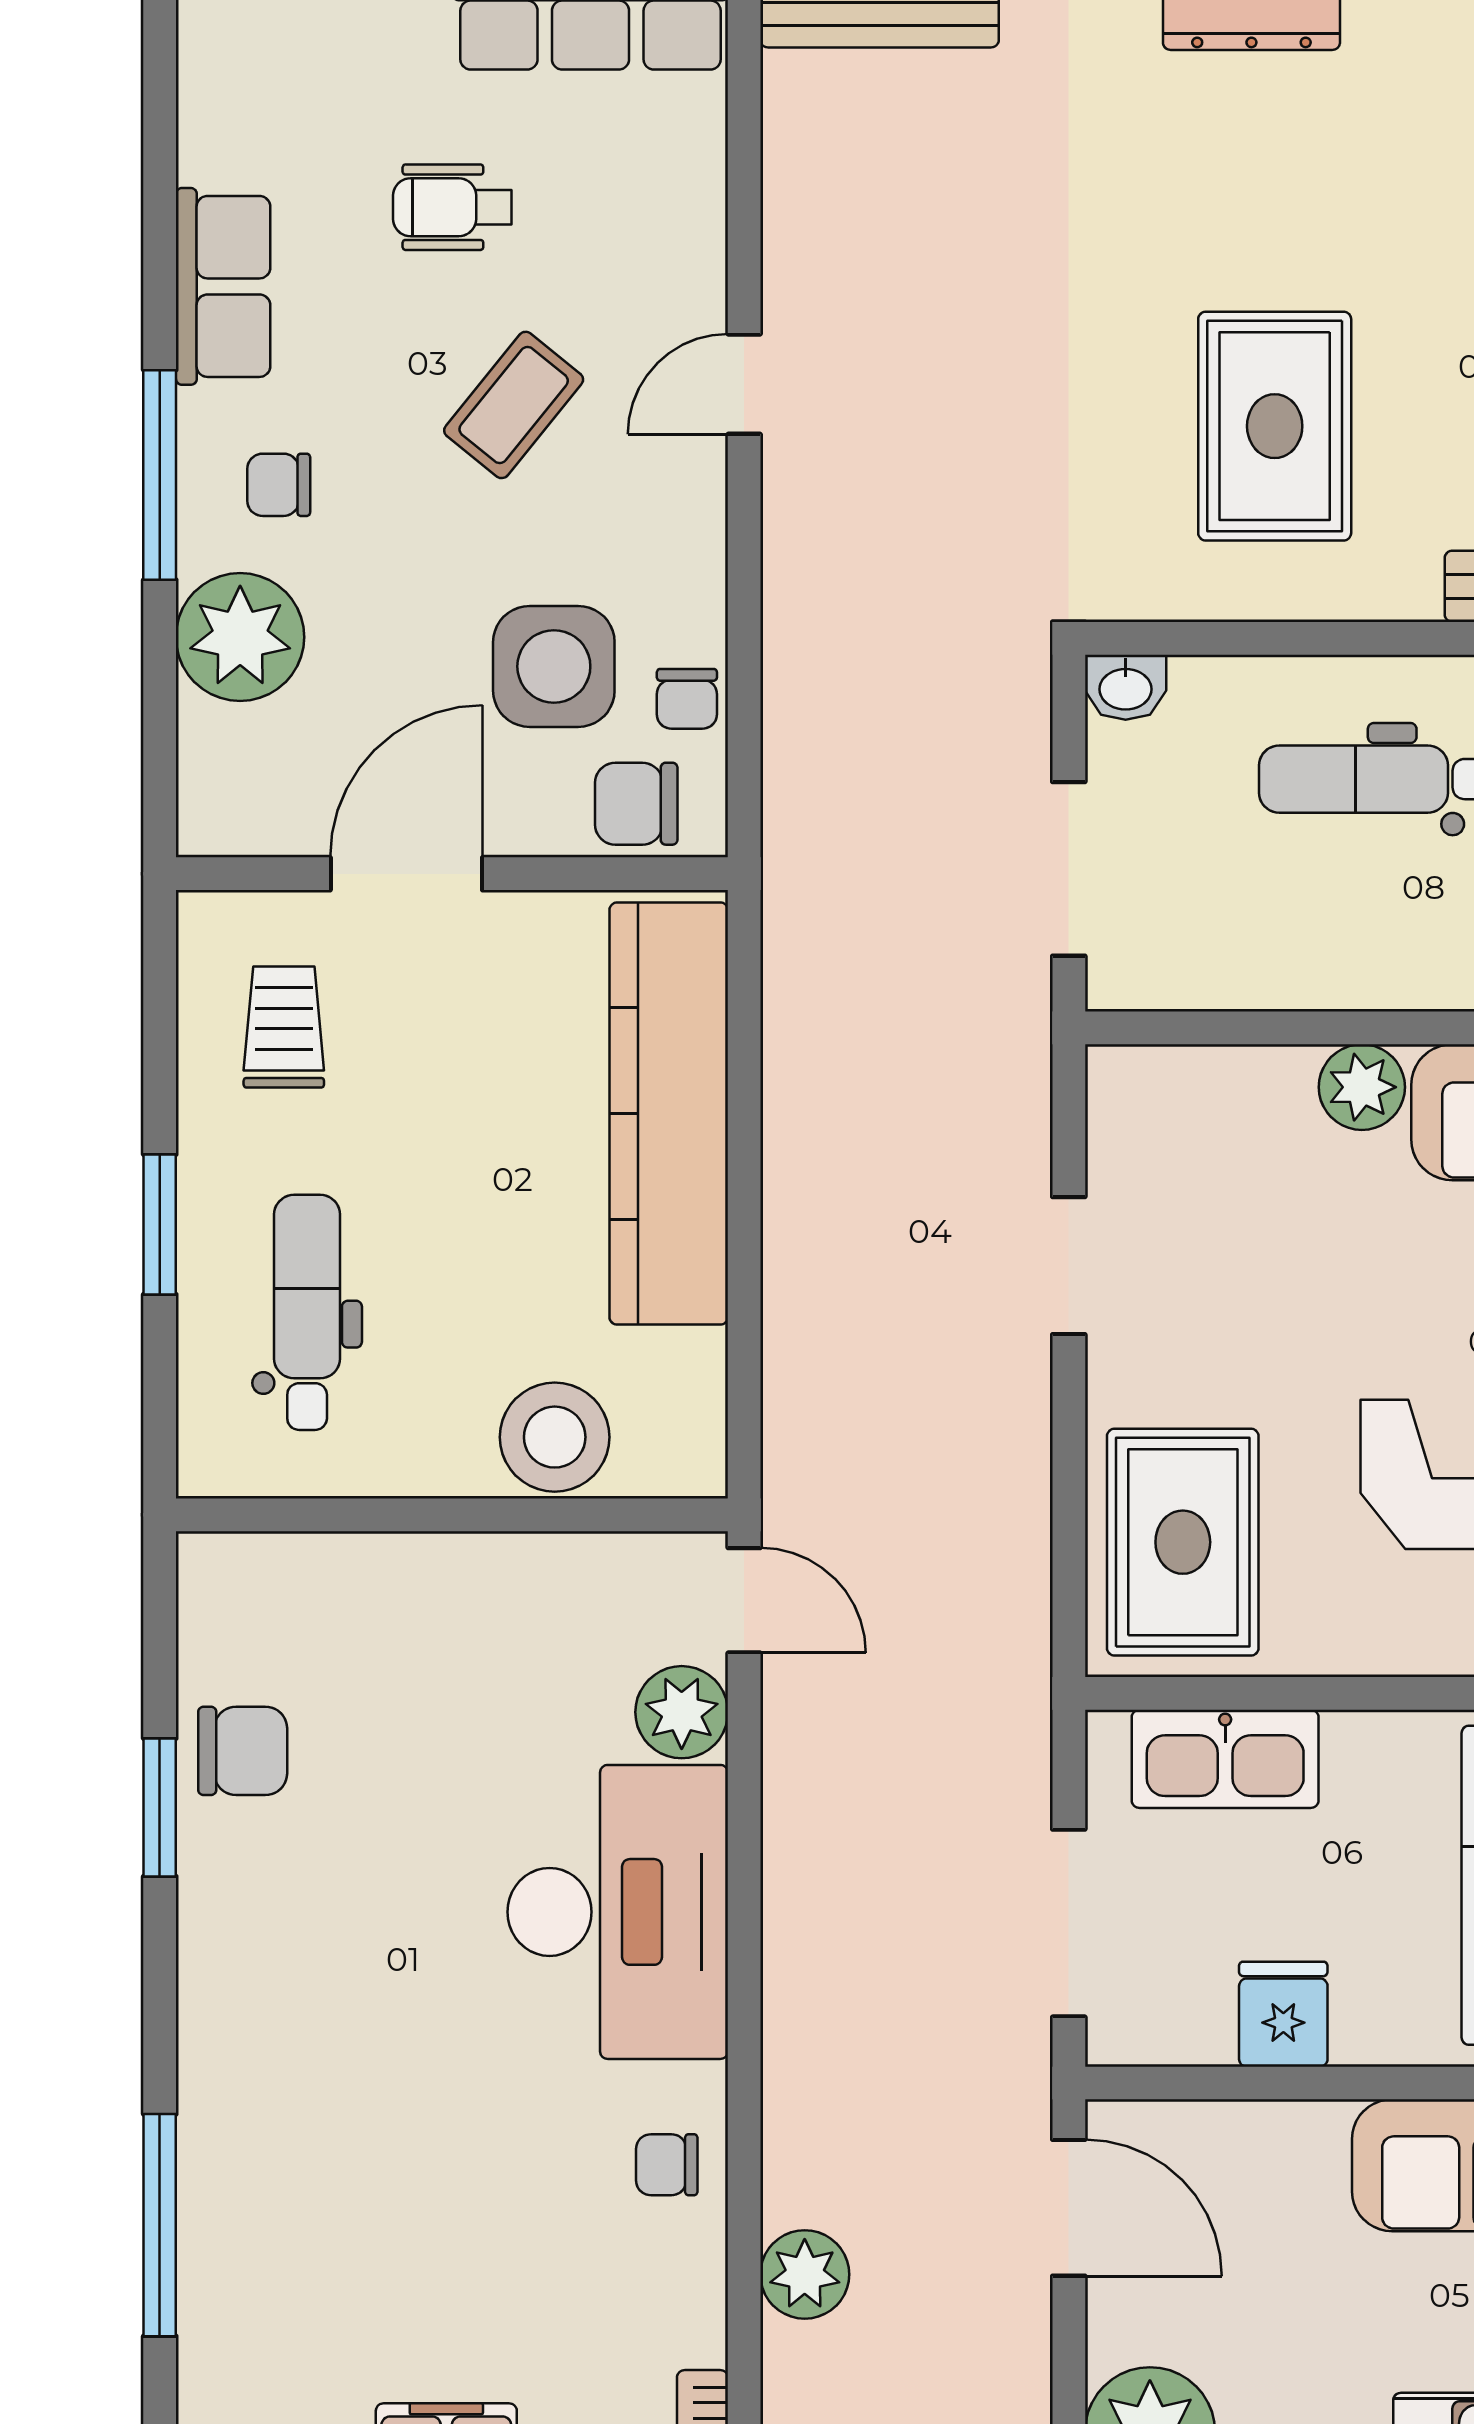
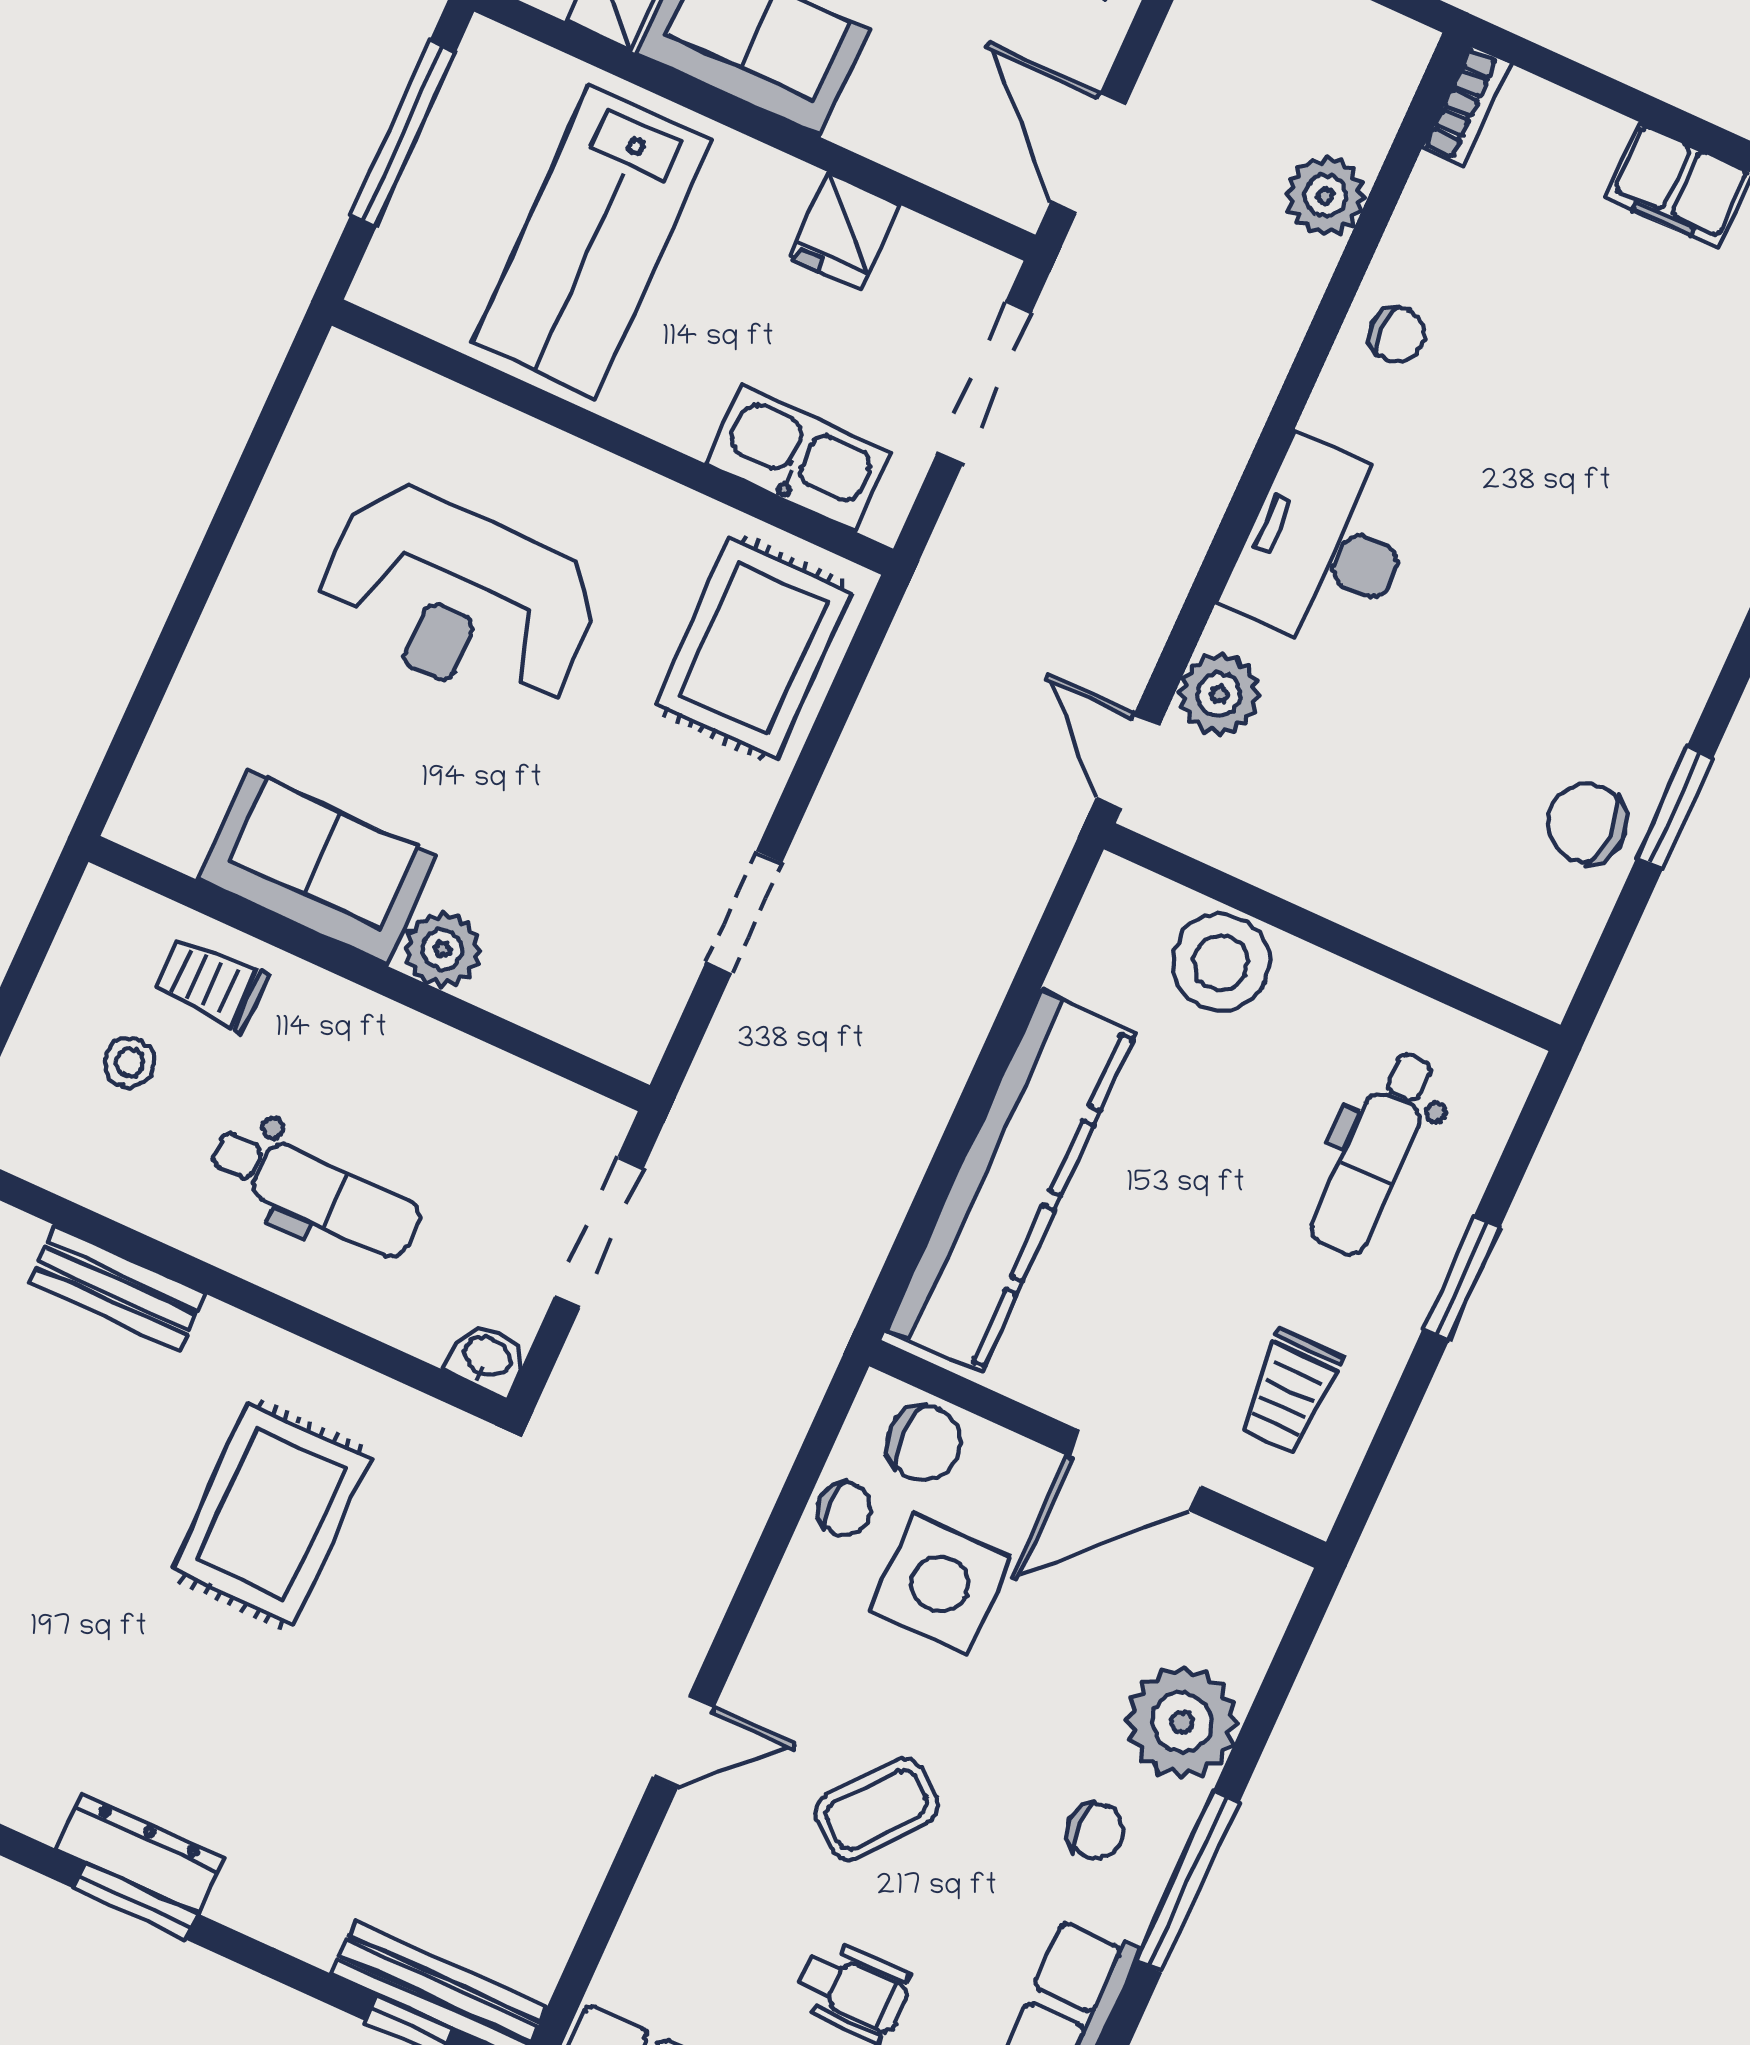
chair: (687, 699) -> (844, 1509), turned 90
desk: (618, 1912) -> (1323, 547), width x0.73, depth x0.77

